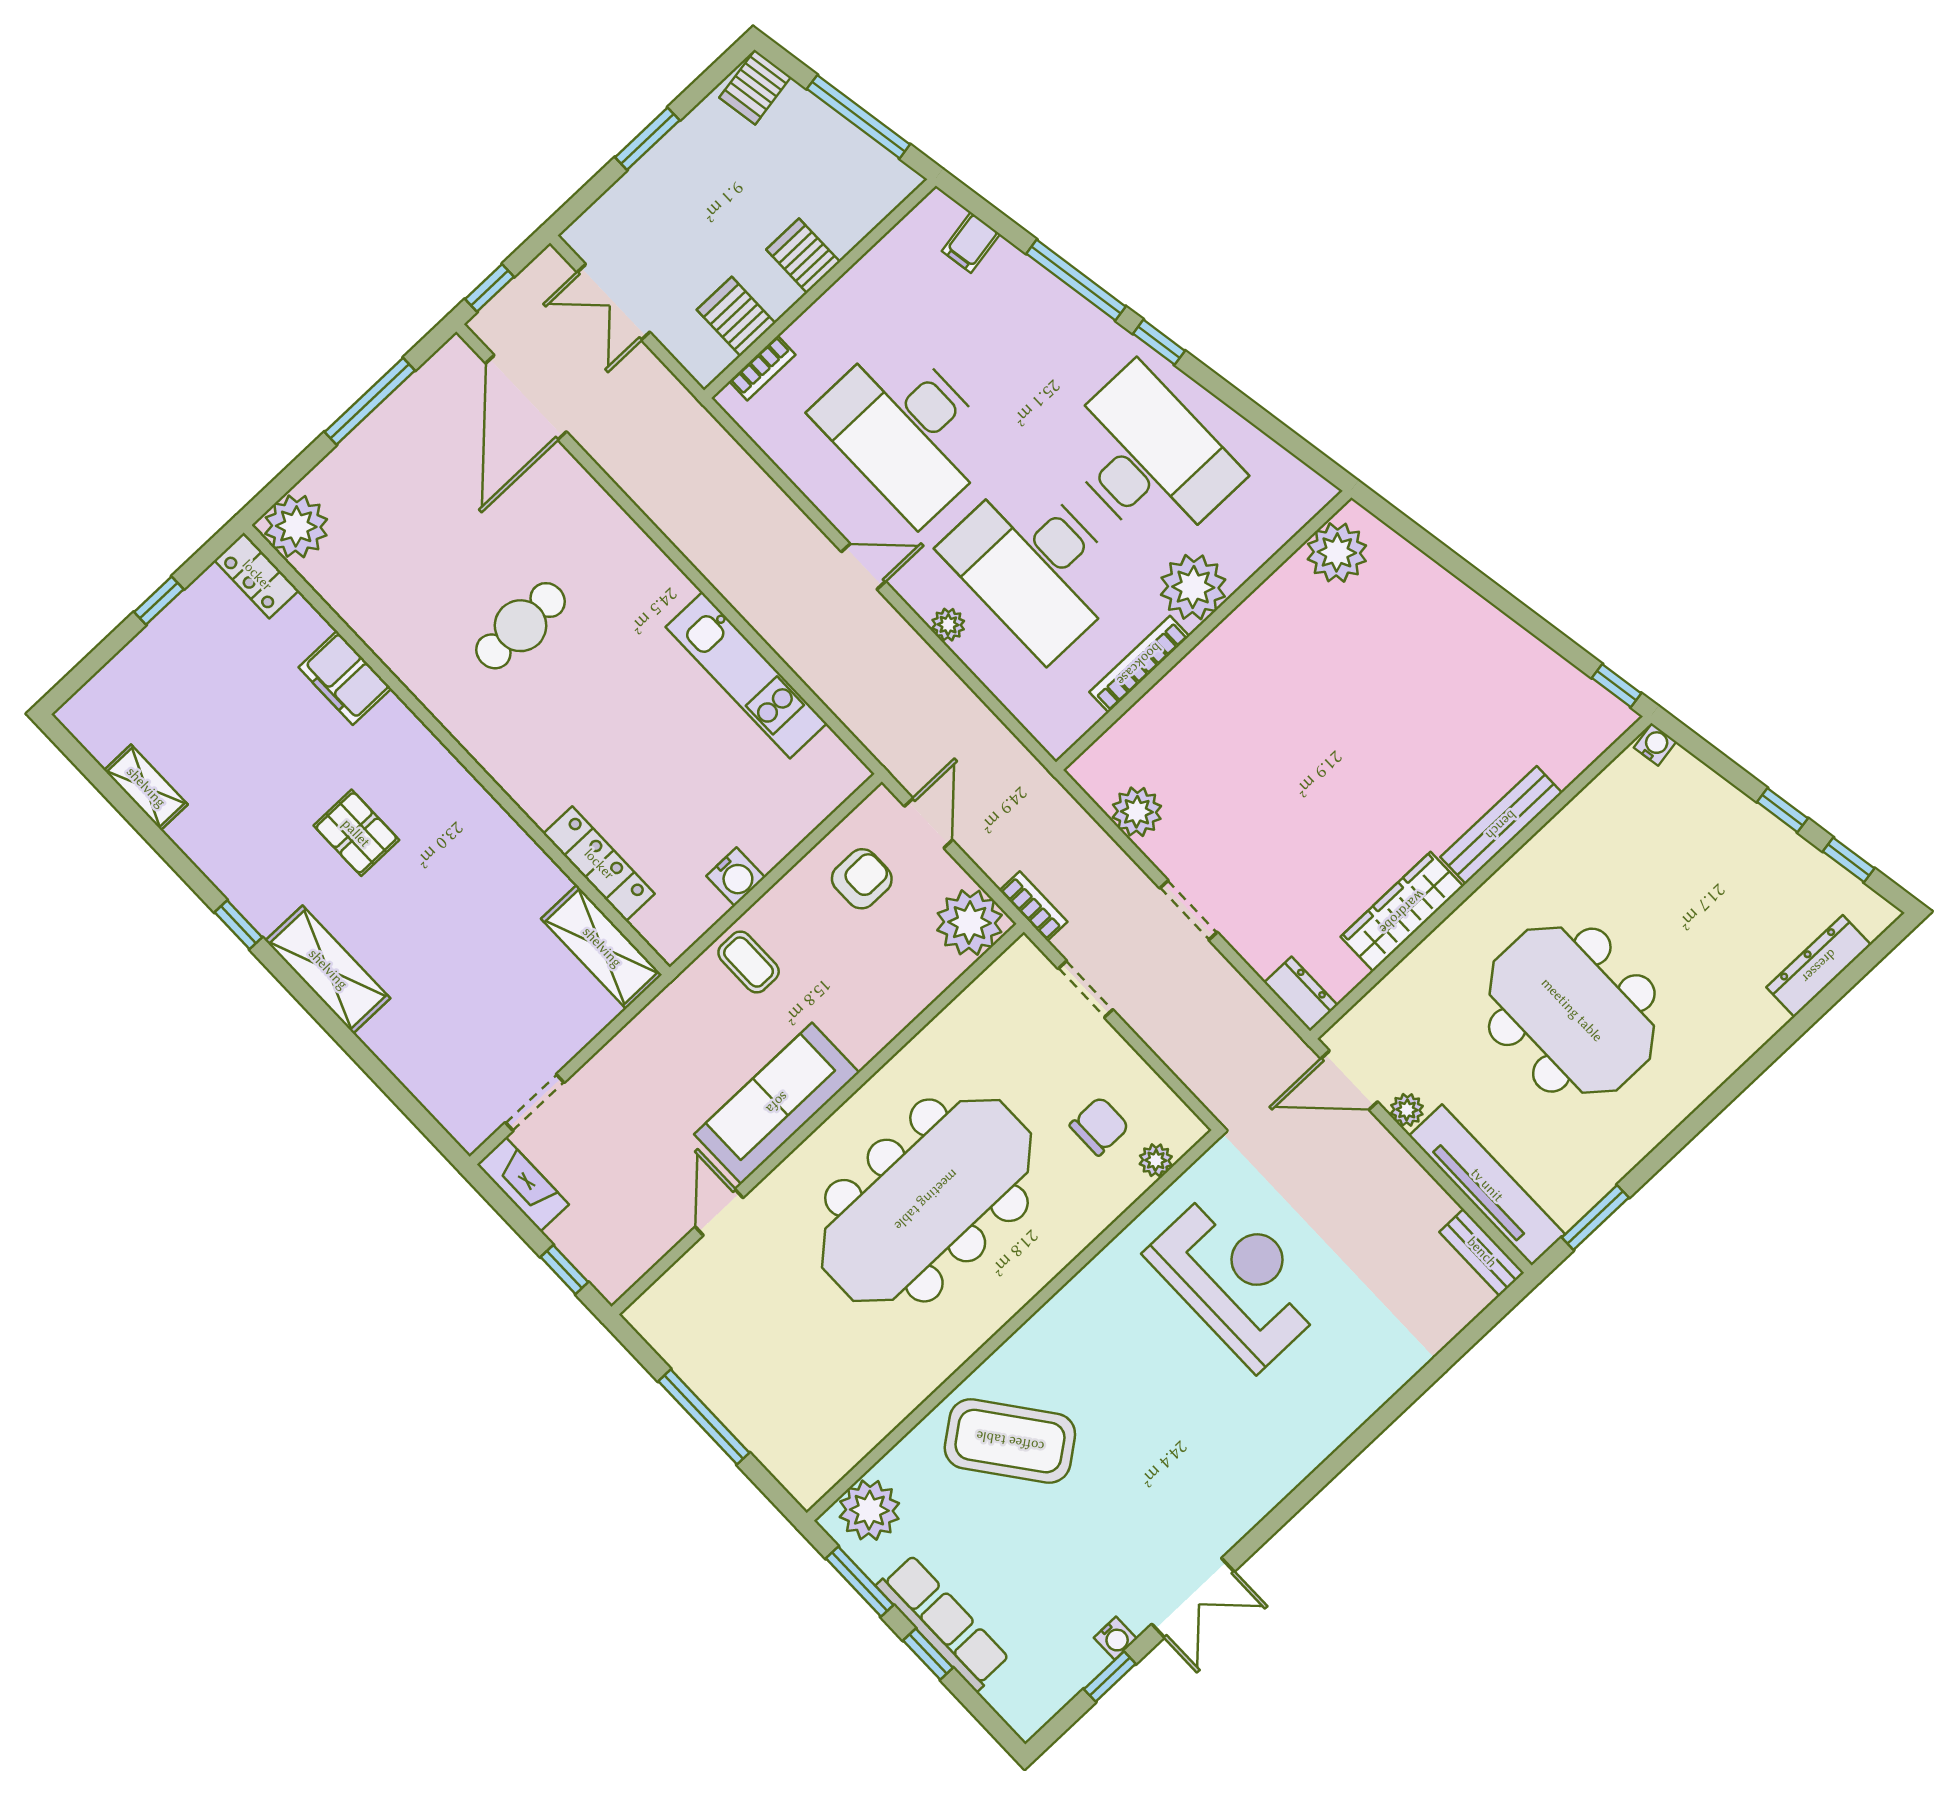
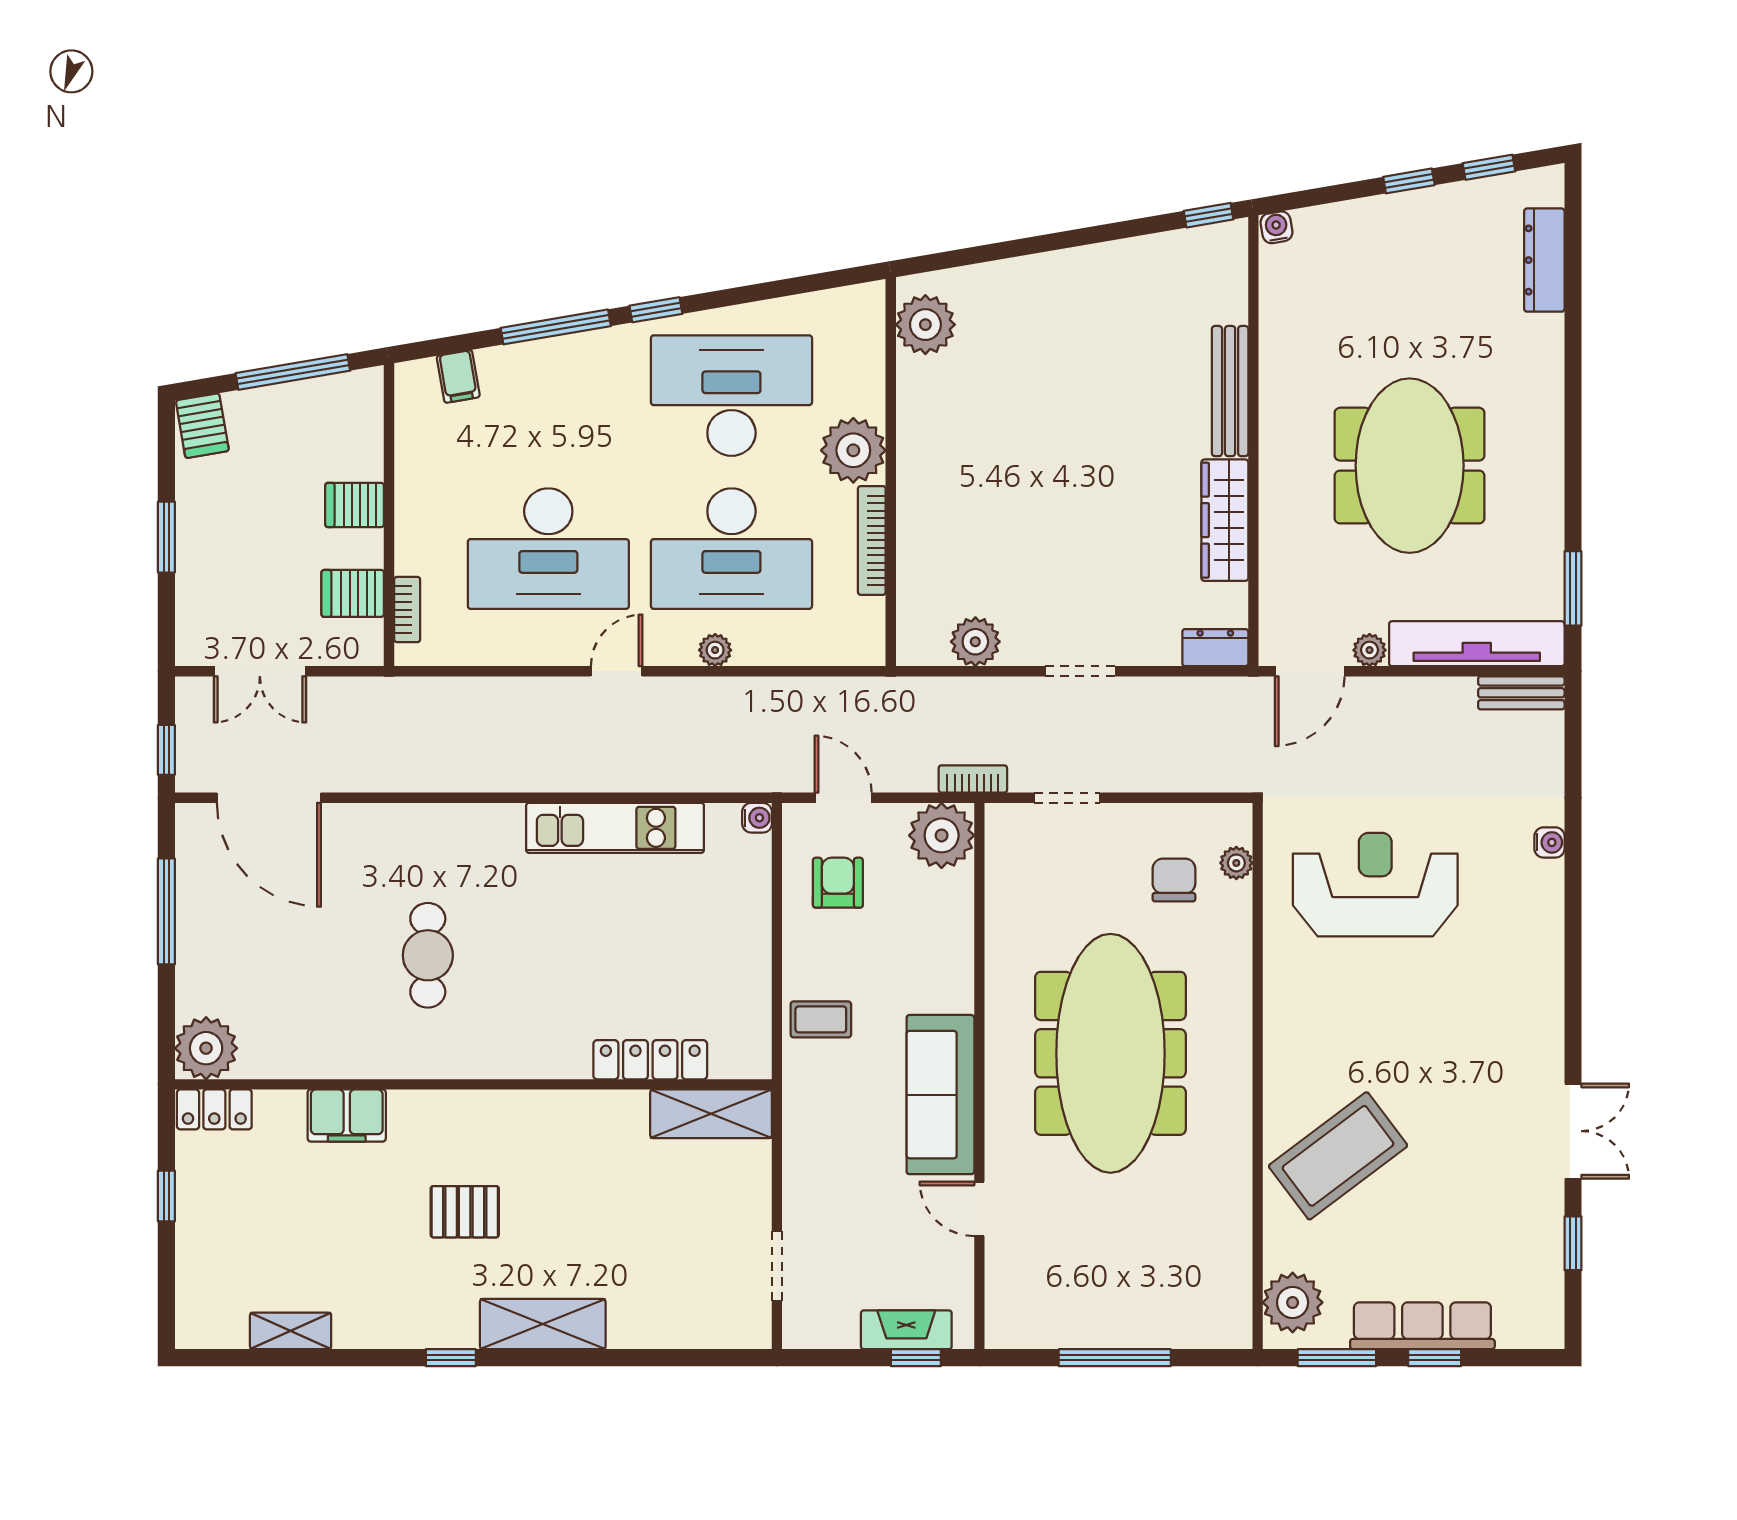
water cooler: (736, 877) -> (757, 818), moved, width x0.72, depth x0.72
meeting table: (1572, 1010) -> (1410, 466), turned 90
fireplace: (523, 1184) -> (906, 1330), moved
water cooler: (1115, 1638) -> (1549, 842), moved

